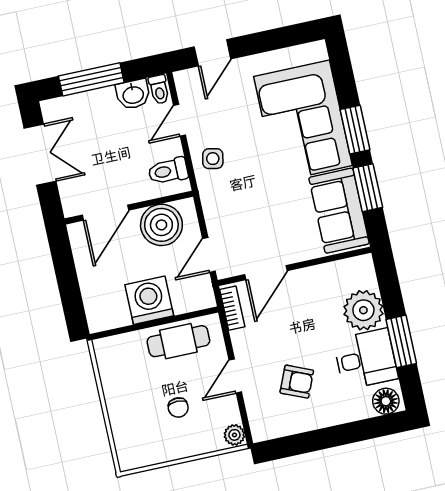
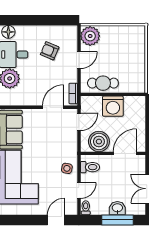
washbasin: (133, 94) -> (117, 208), moved
chair: (178, 408) -> (110, 51), removed
plant: (234, 435) -> (90, 36), width x1.88, depth x1.88

